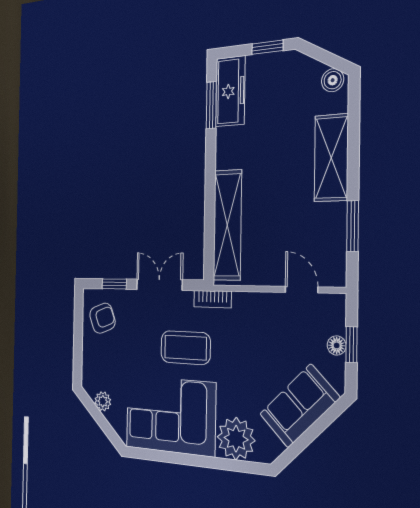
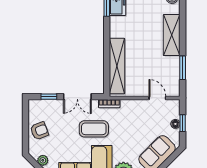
double door: (159, 285) -> (77, 97), swing flipped
armchair: (102, 318) -> (39, 131), moved

